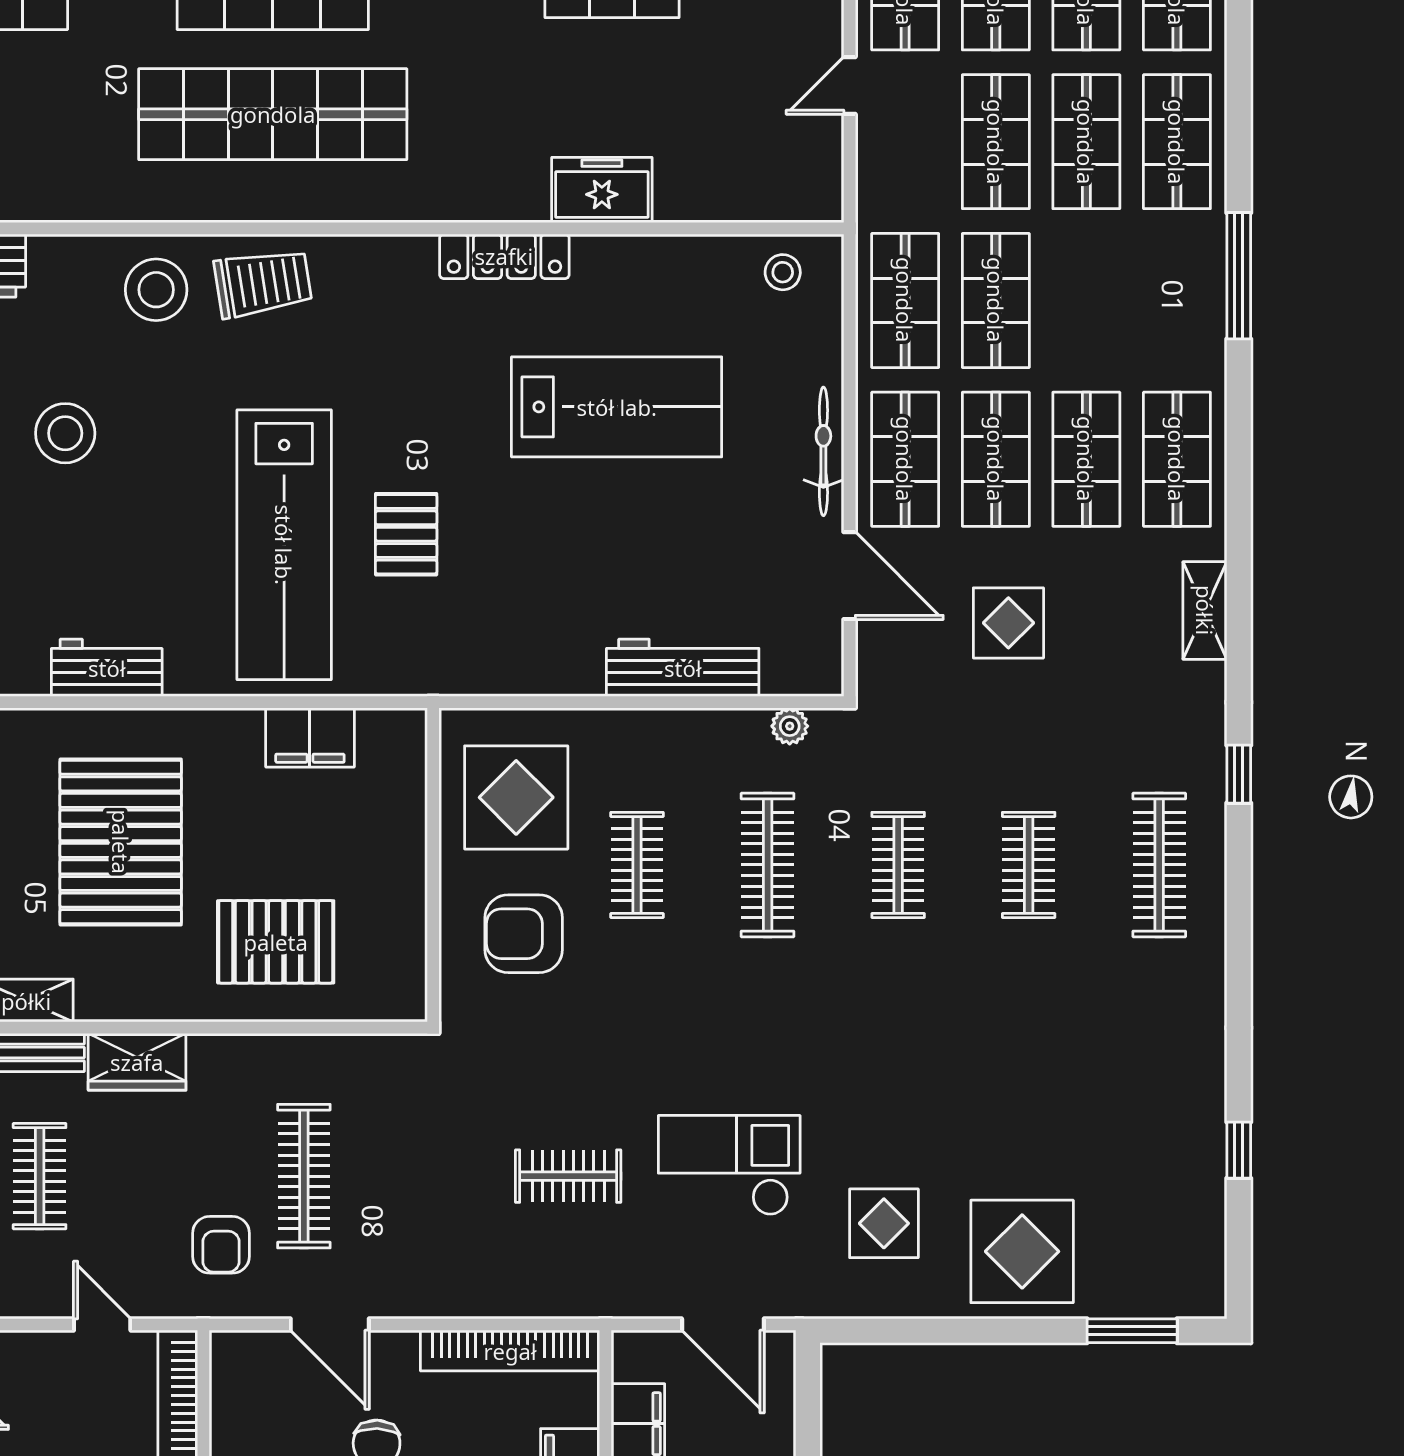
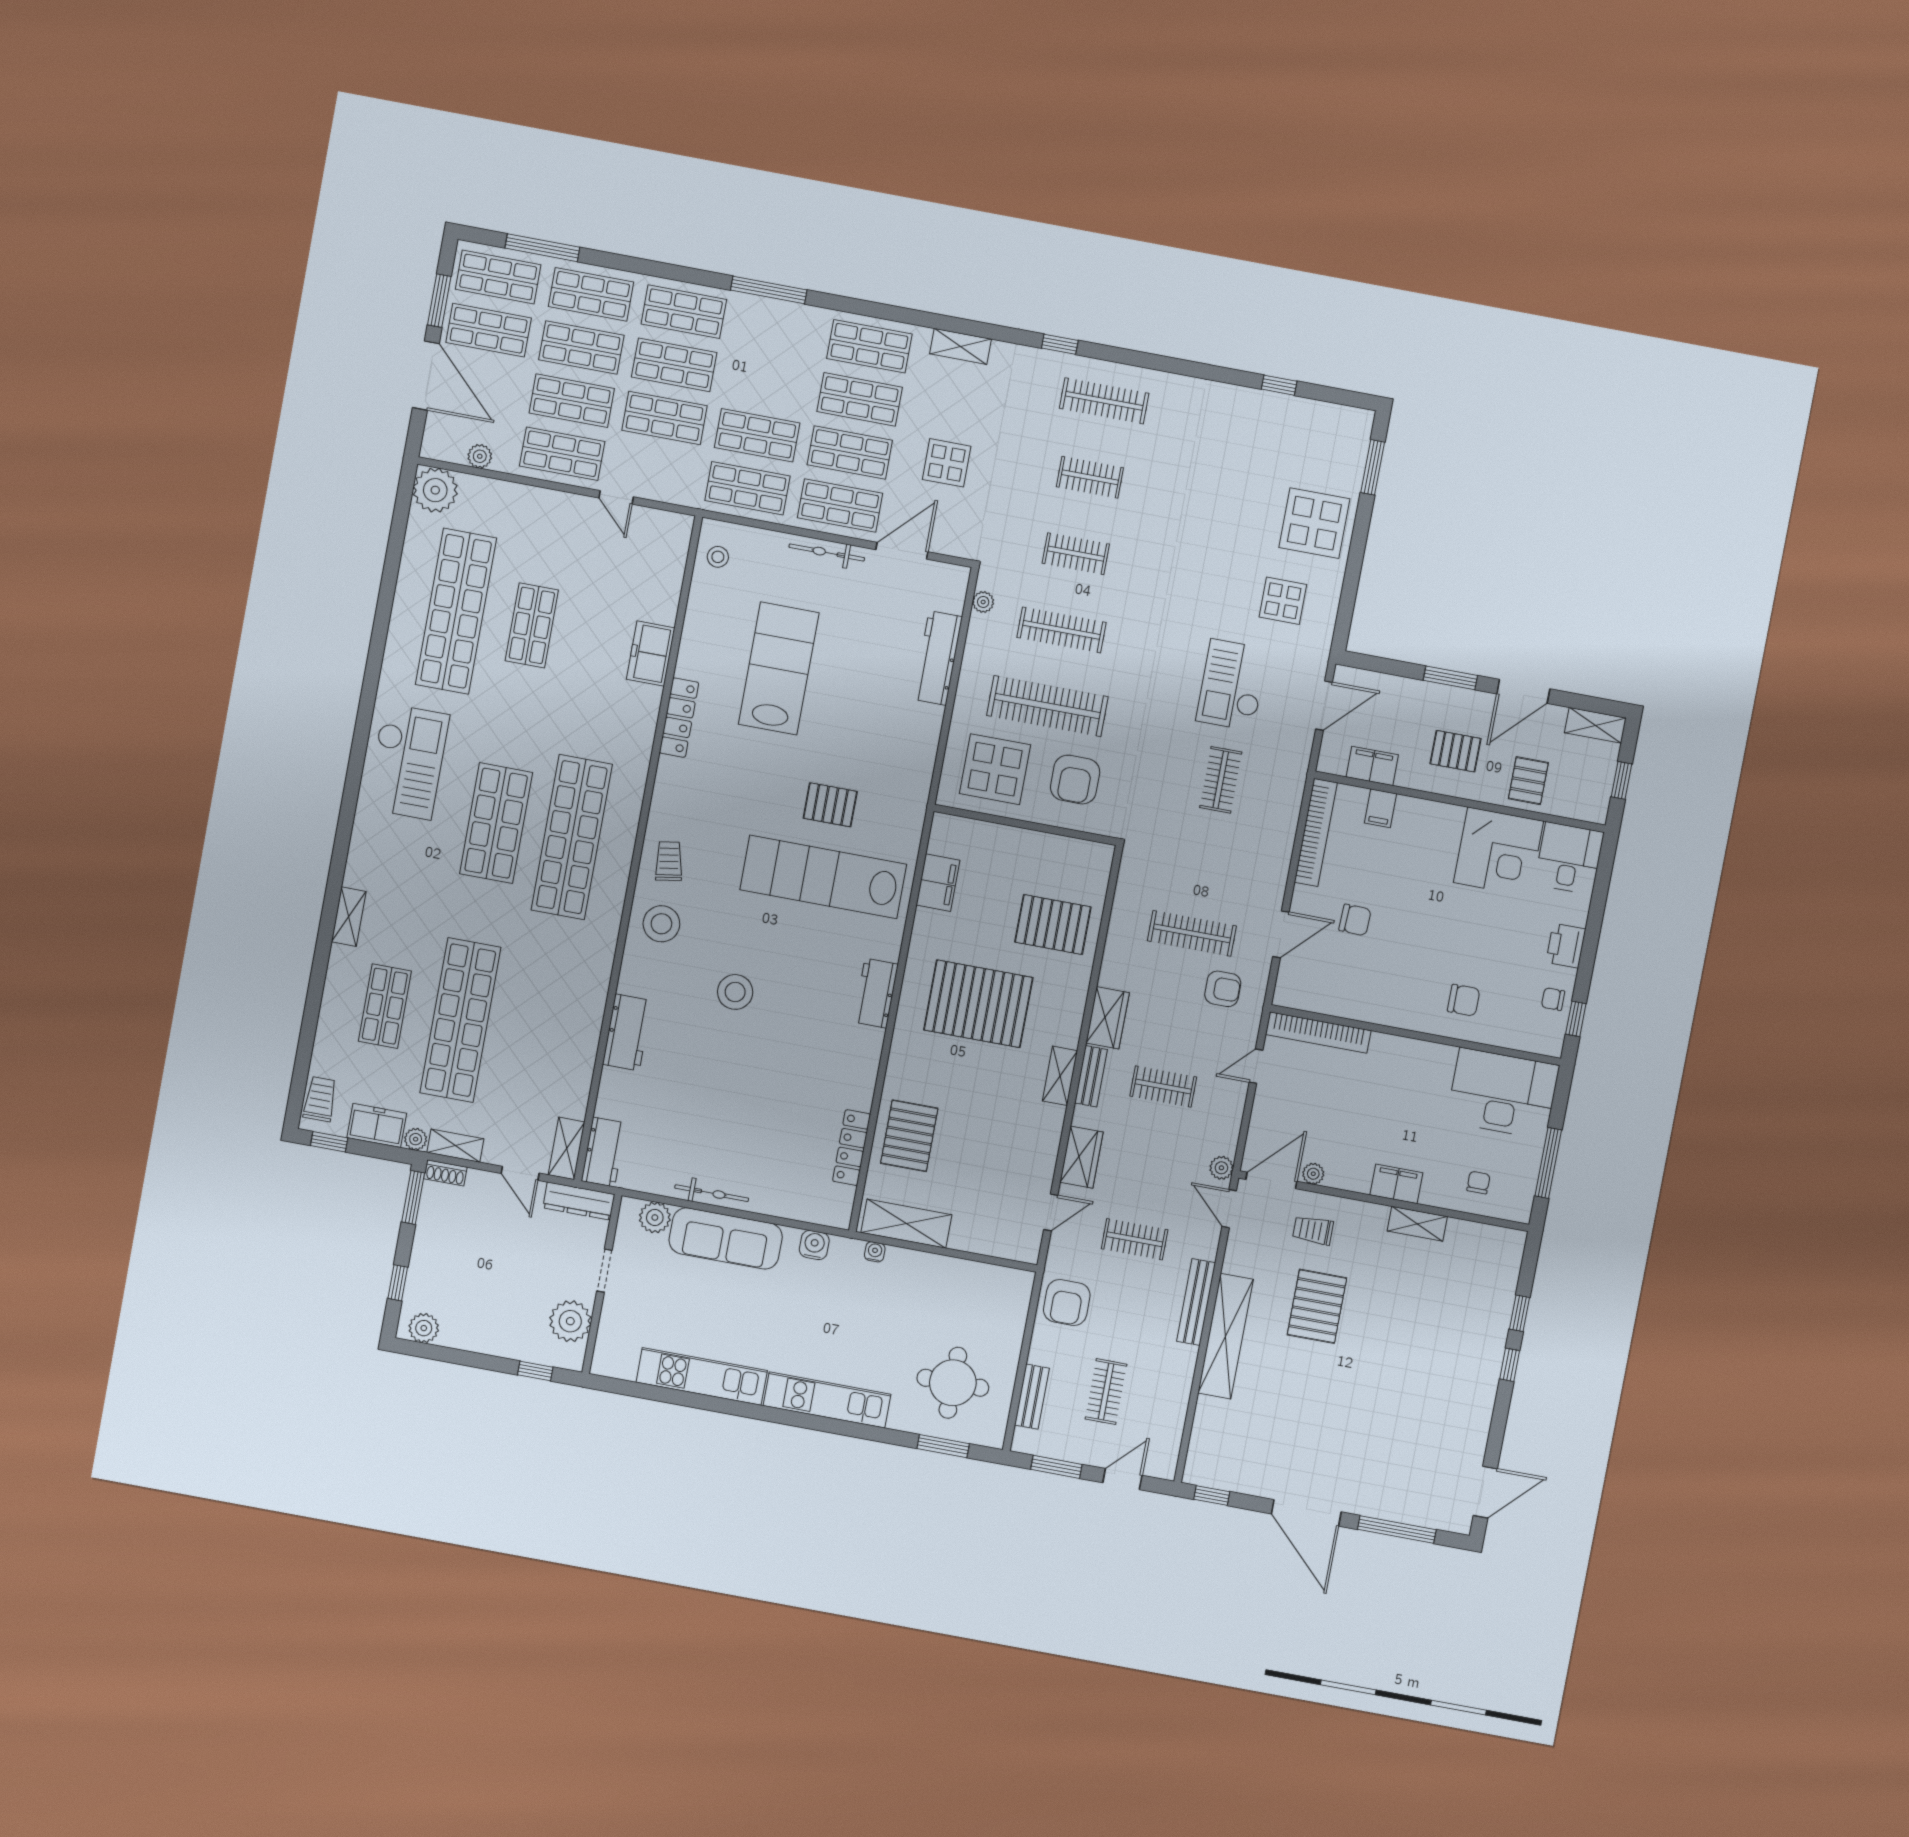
trolley: (263, 283) -> (669, 861), width x0.73, depth x0.72
lab bench: (284, 545) -> (823, 877), turned 180
clothes rail: (637, 865) -> (1047, 706), width x1.86, depth x1.31
pallet: (276, 942) -> (1053, 925), turned 90

